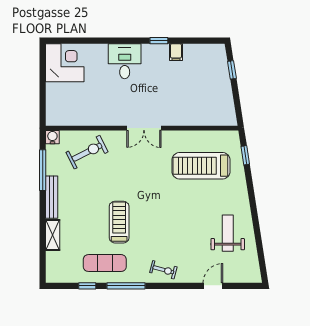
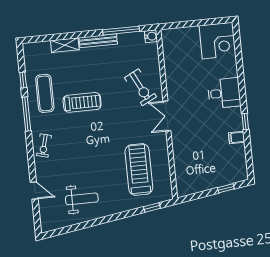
exercise bike: (87, 152) -> (140, 87), moved

